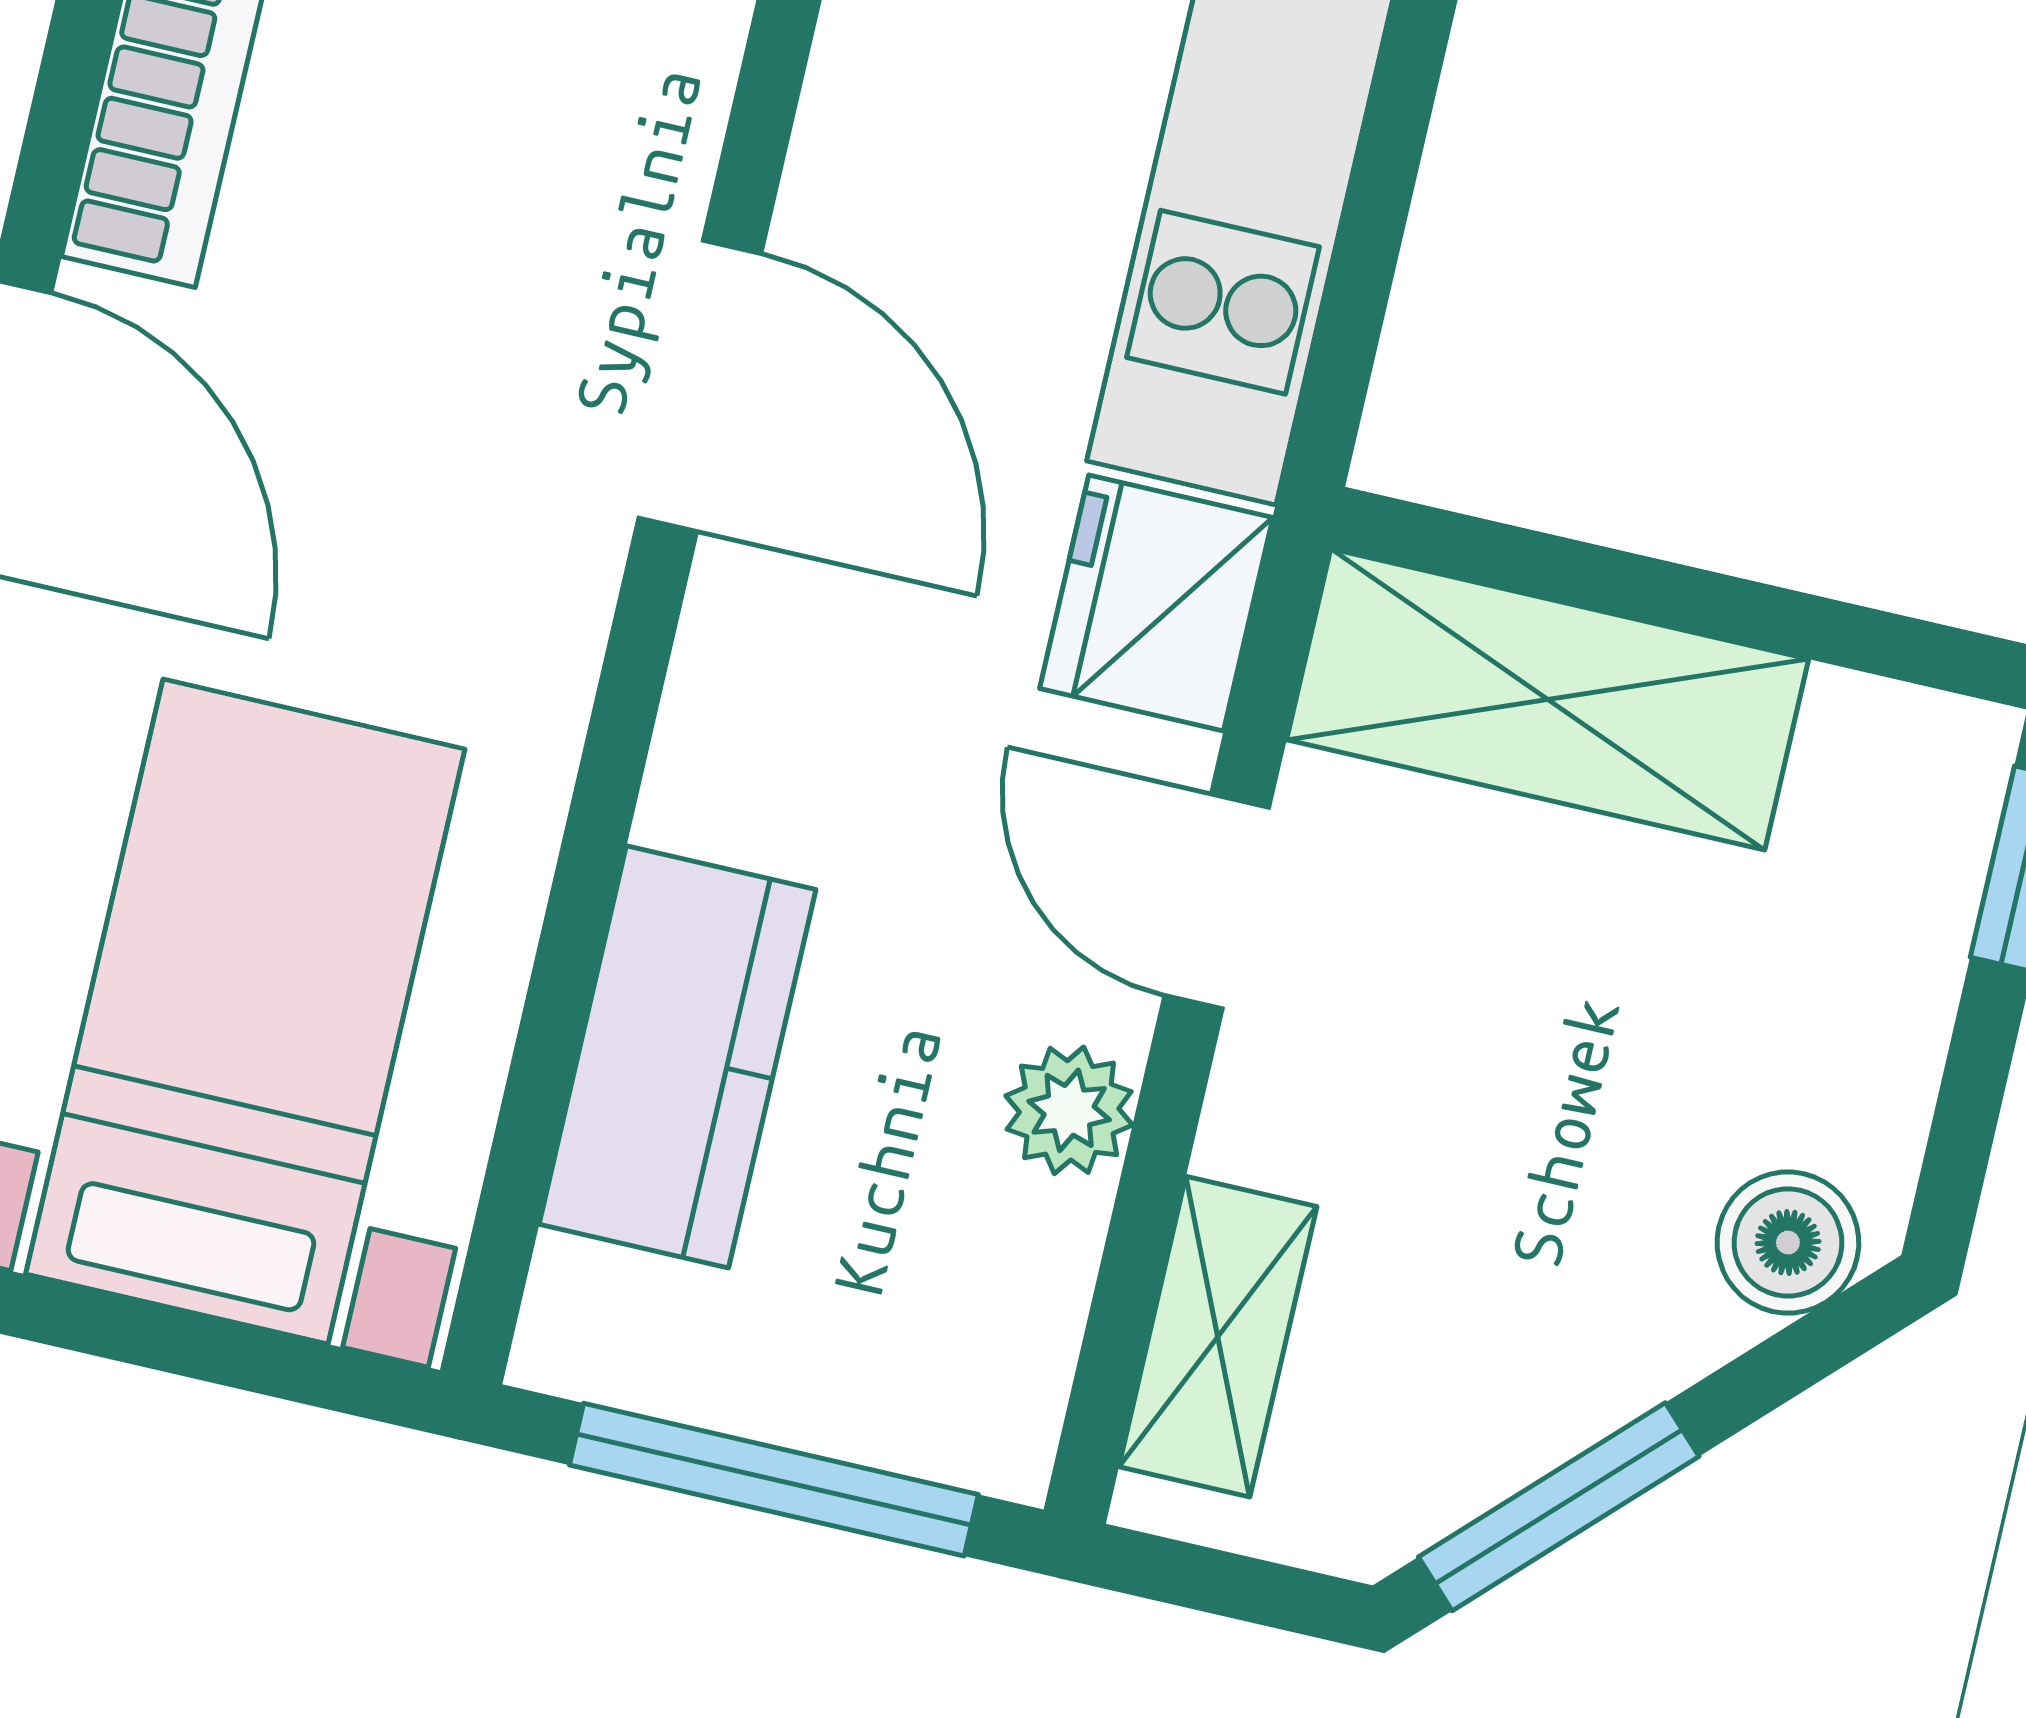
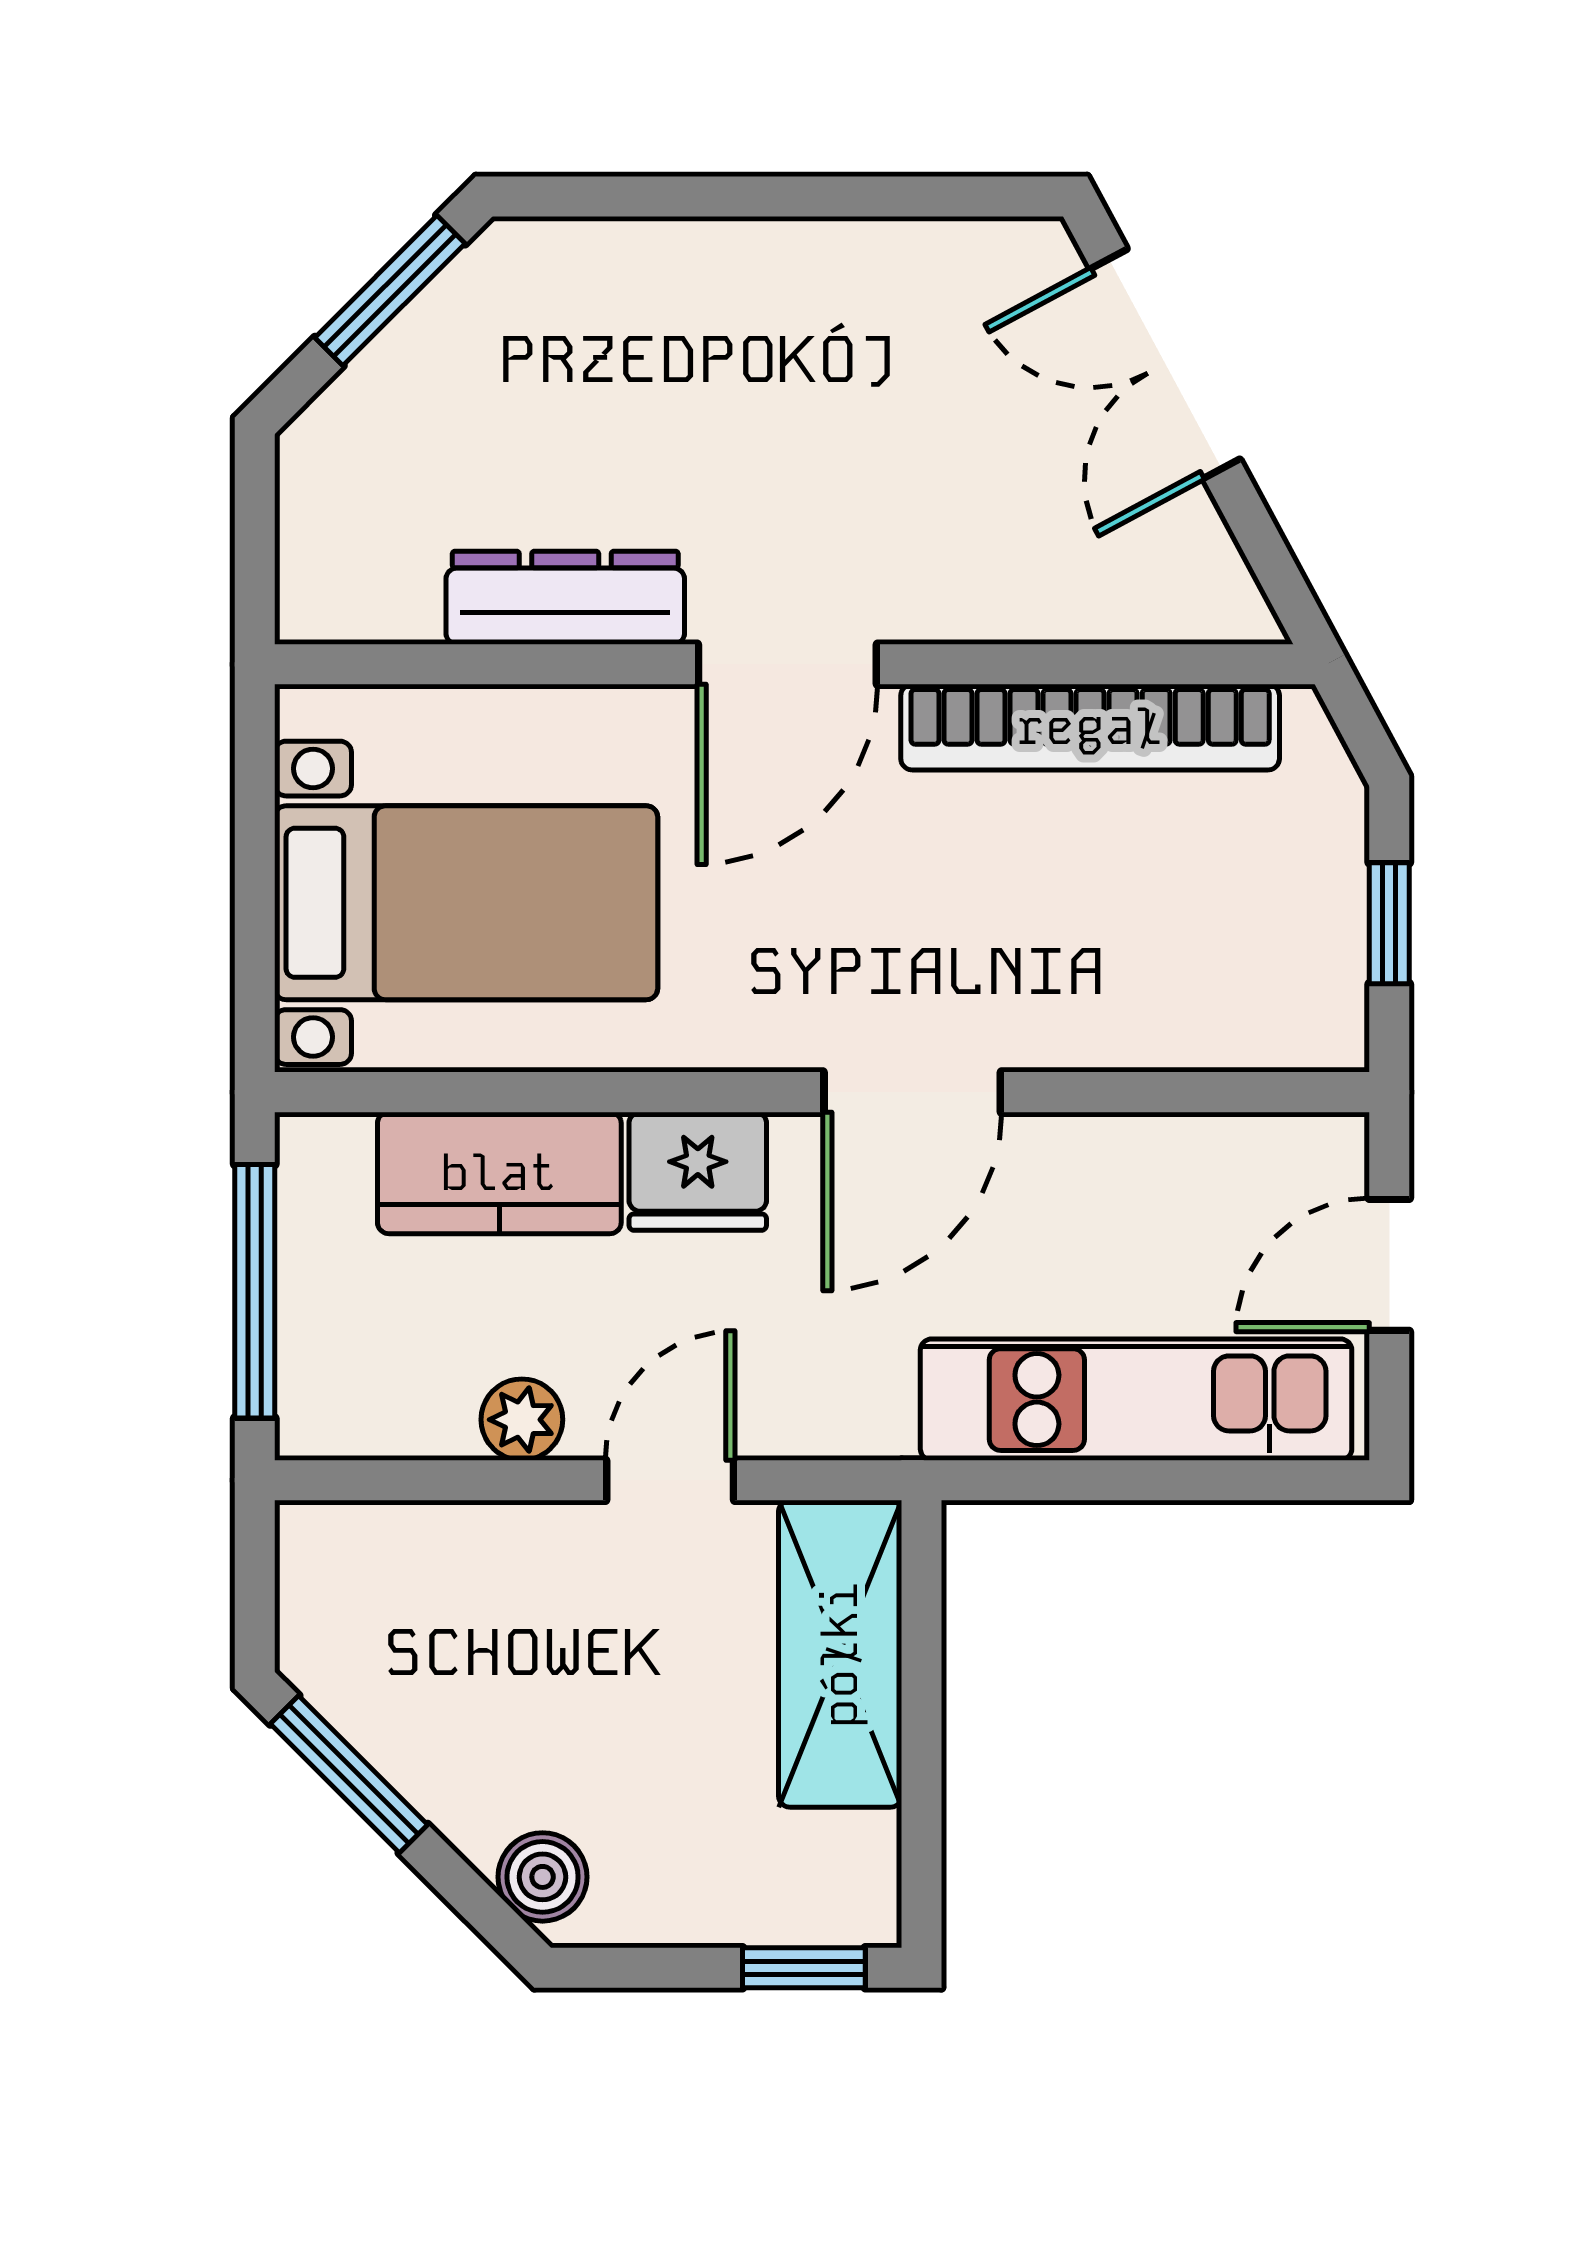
fridge: (1156, 603) -> (698, 1171), moved, turned 180
shelving: (1218, 1337) -> (405, 1542), removed

